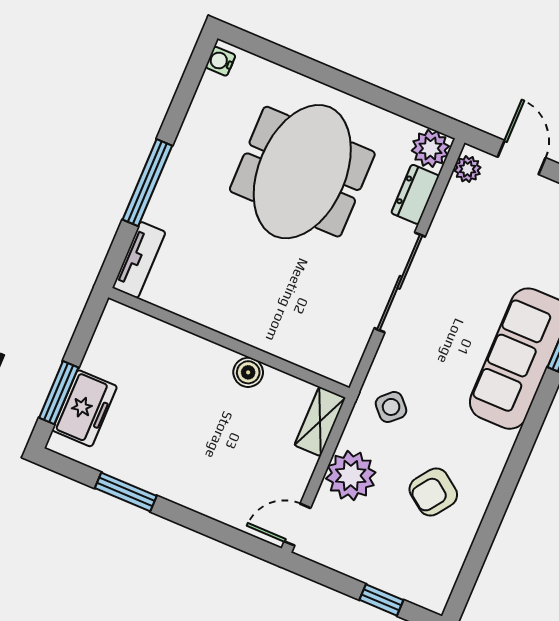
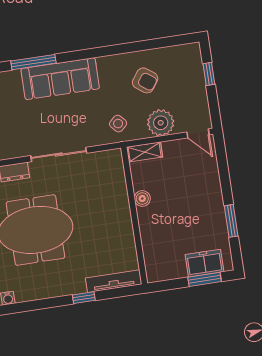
window: (147, 183) -> (84, 298), width x0.46
tv unit: (139, 260) -> (114, 281), width x1.41

